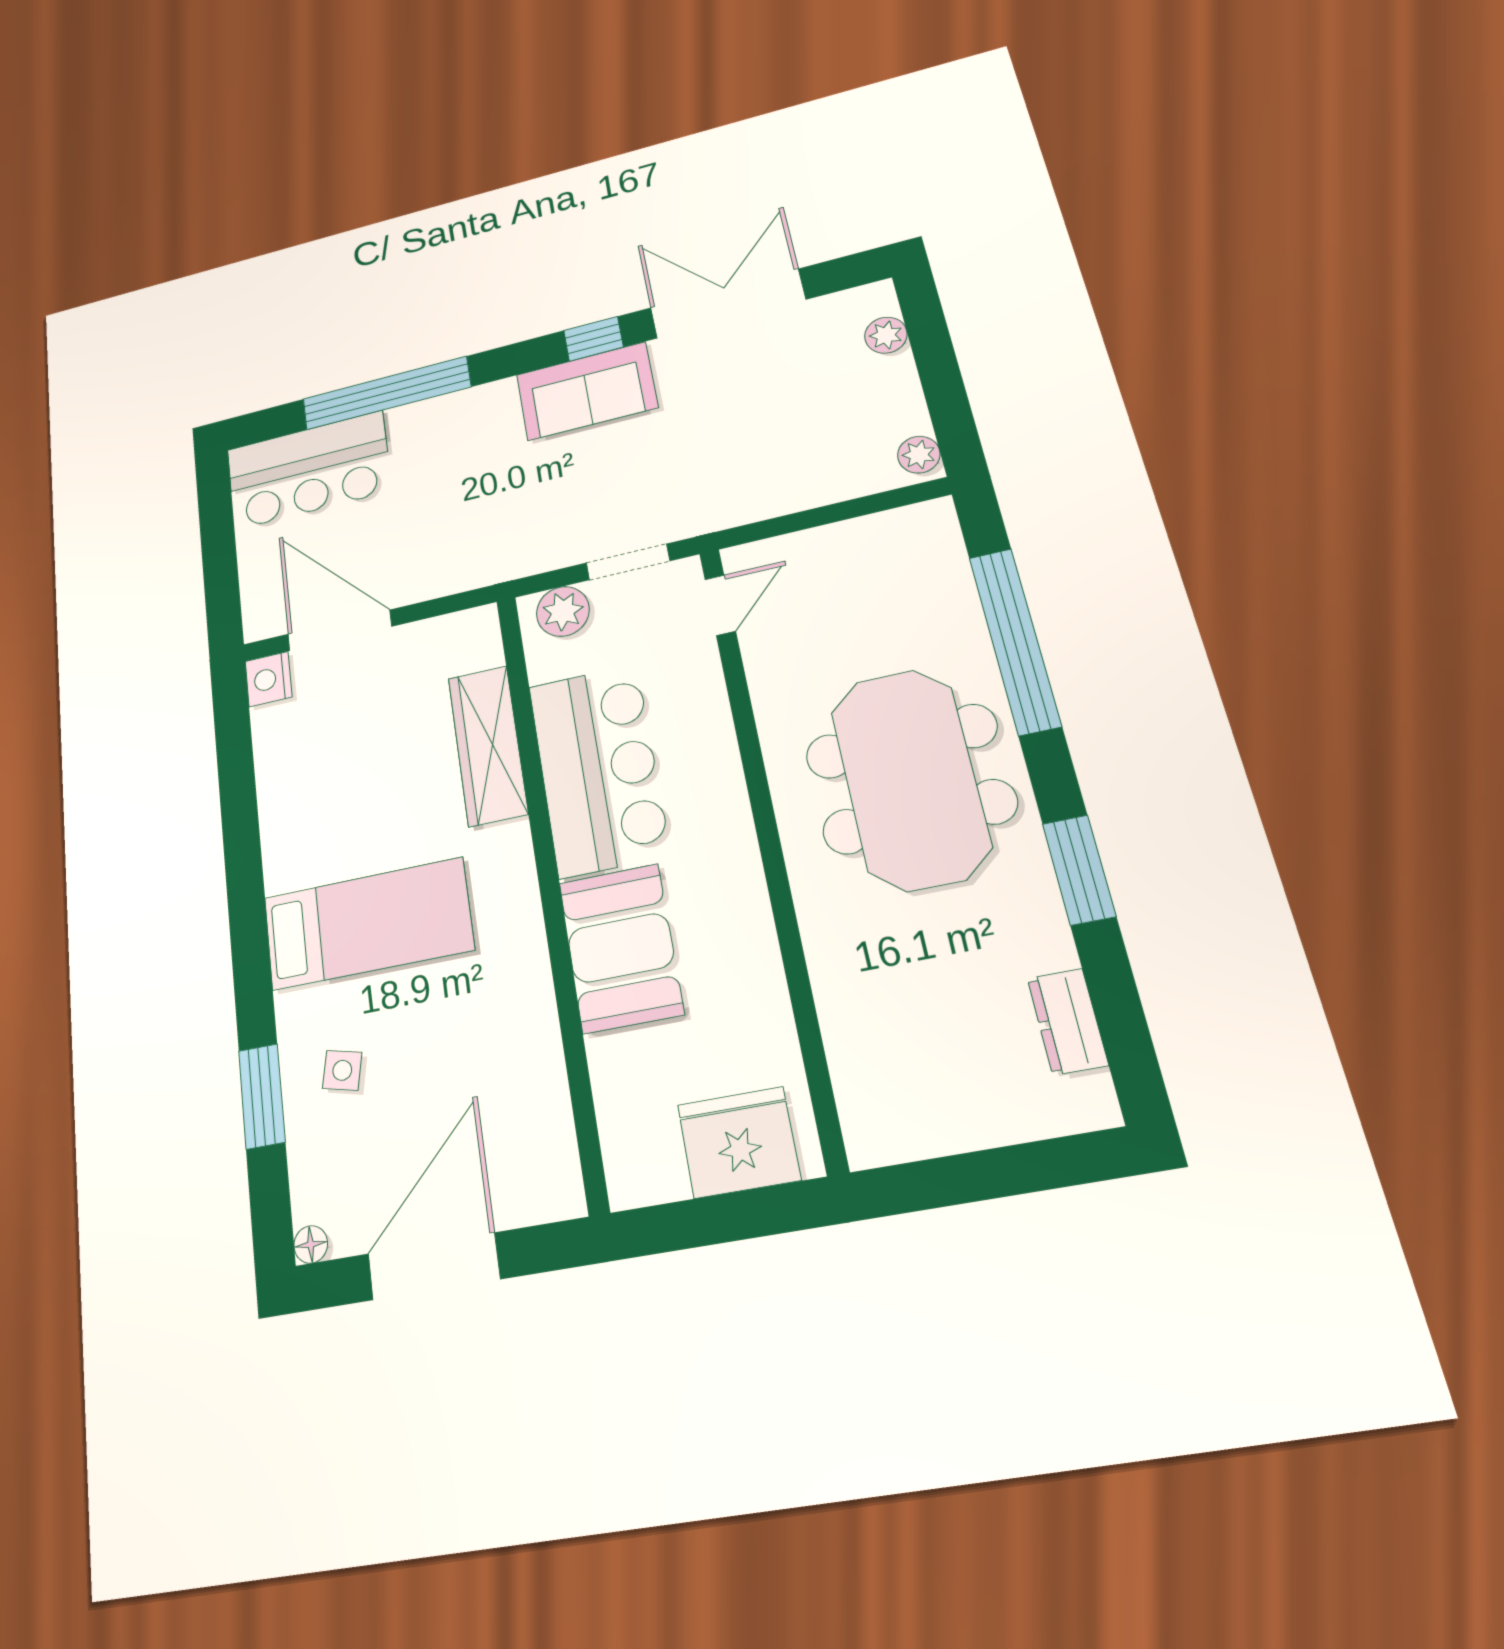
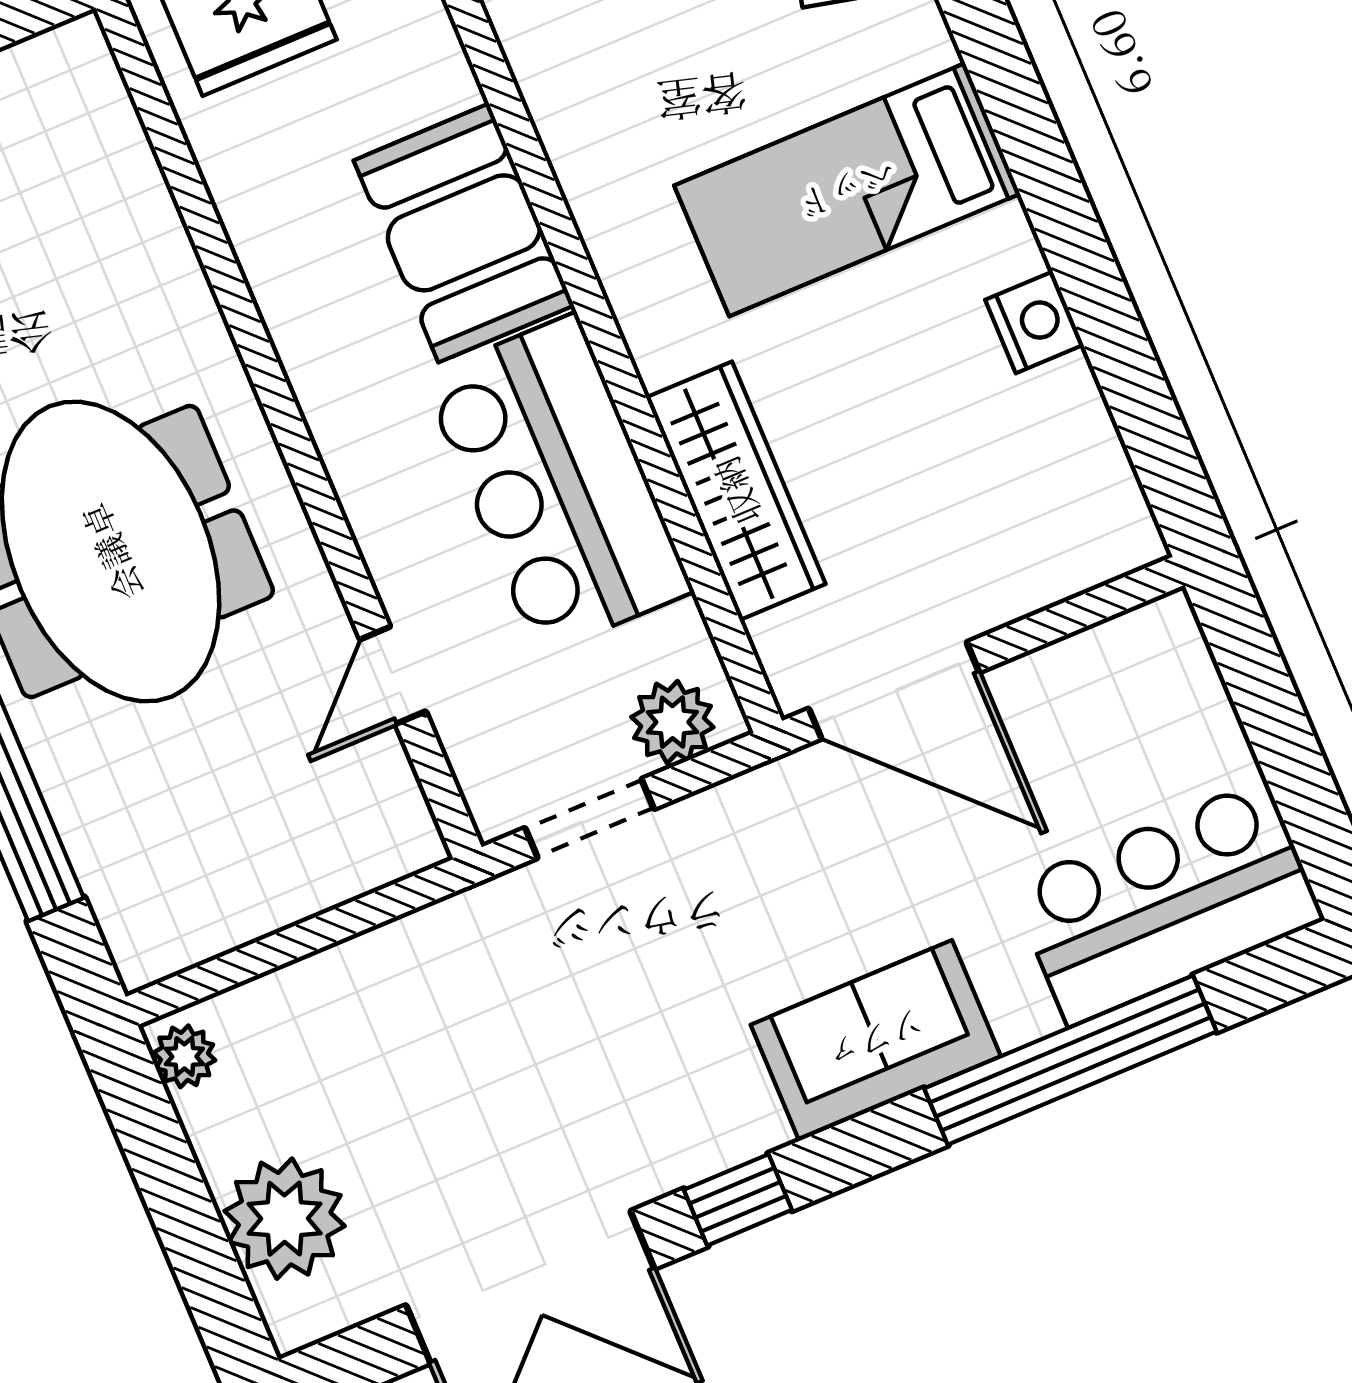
plant: (886, 335) -> (285, 1219), width x1.88, depth x1.88
sofa: (587, 391) -> (876, 1041), moved
door: (720, 605) -> (393, 676), moved
door: (340, 630) -> (894, 690), moved
nightstand: (269, 679) -> (1034, 322), moved

